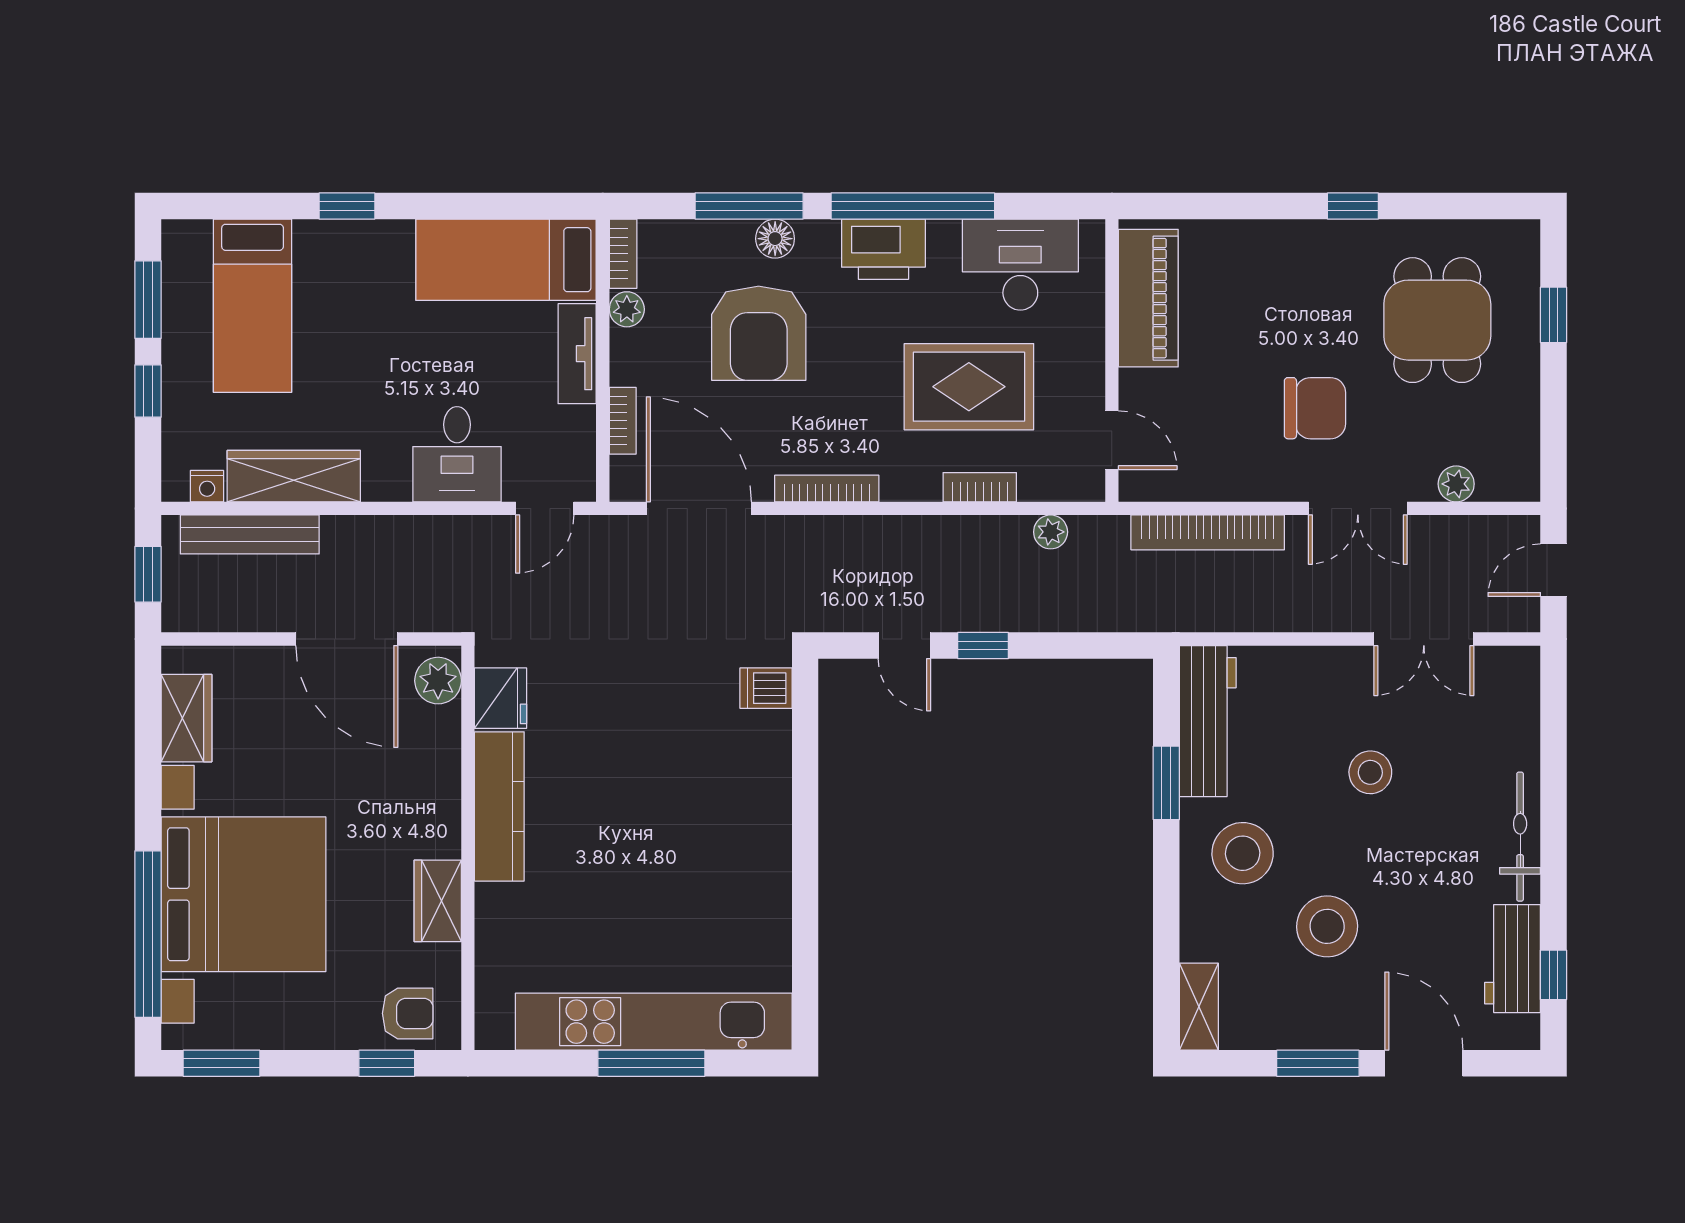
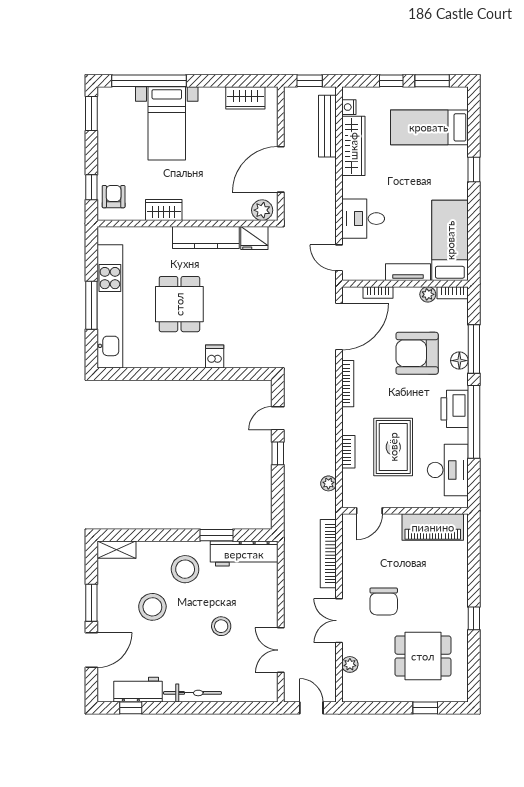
dishwasher: (766, 688) -> (215, 356), moved
dining table: (648, 866) -> (179, 304), added
bed with nightstands: (243, 894) -> (167, 123), width x0.54
armchair: (408, 1013) -> (114, 197), turned 180

